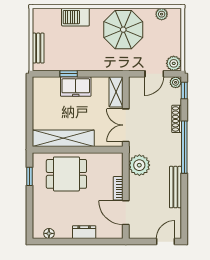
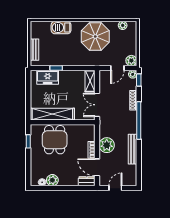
freezer: (76, 87) -> (48, 77), moved
plant: (139, 165) -> (107, 145), moved
dining table: (66, 174) -> (55, 140), turned 90
plant: (63, 231) -> (52, 180), added
dresser: (84, 232) -> (87, 181), moved
door: (166, 242) -> (115, 188), moved

